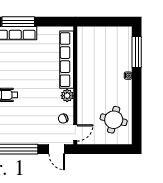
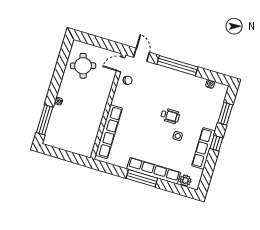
plant: (67, 96) -> (118, 100), removed
round table: (114, 120) -> (83, 66), turned -31

